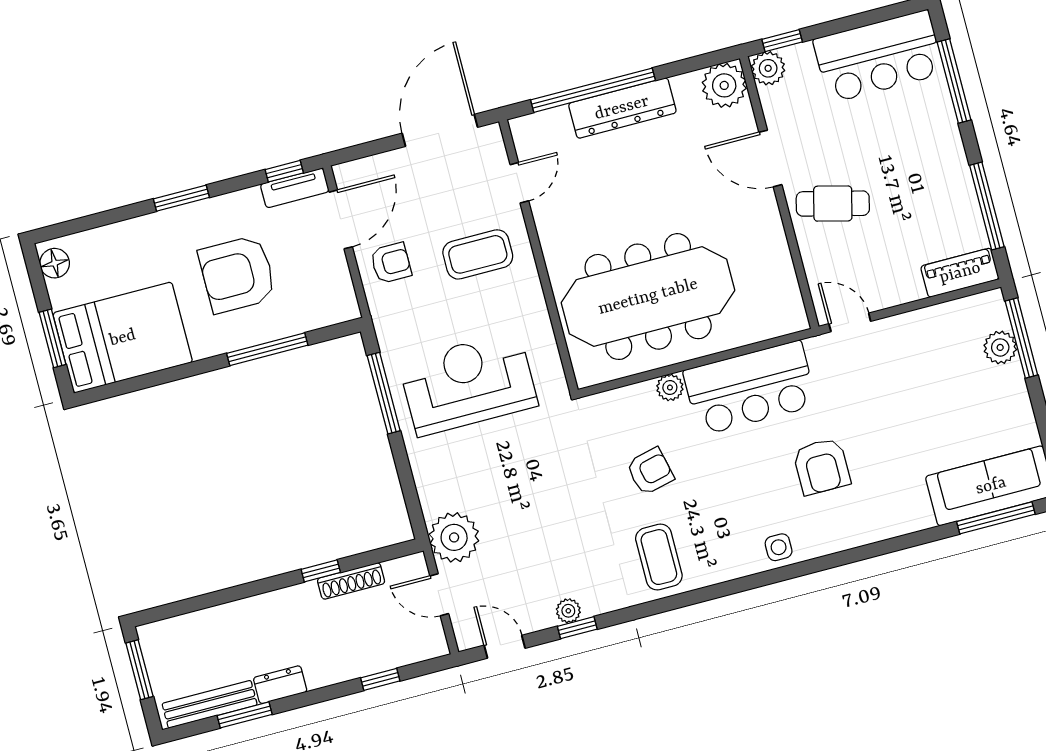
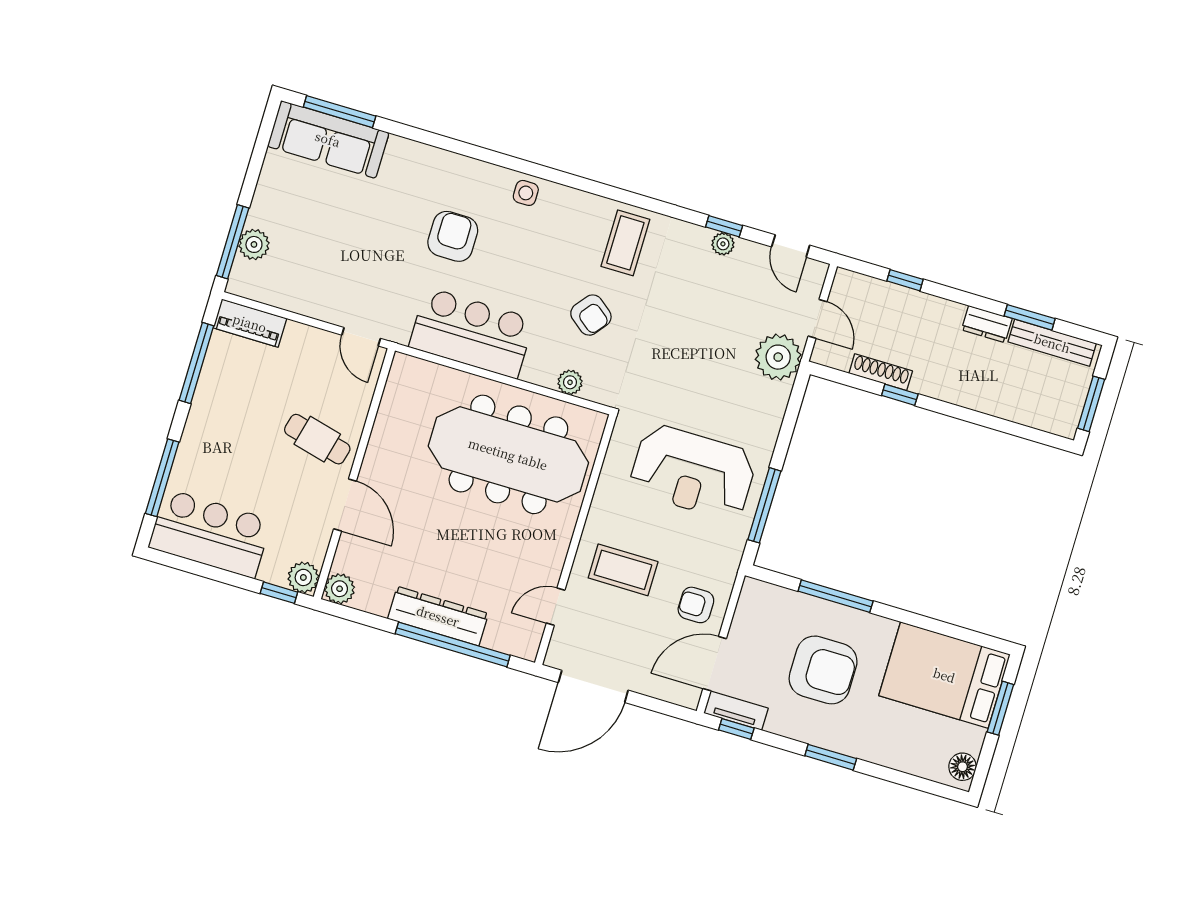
plant: (724, 85) -> (340, 589), width x0.73, depth x0.73
plant: (670, 387) -> (570, 382), moved
armchair: (650, 471) -> (591, 315), turned -129

